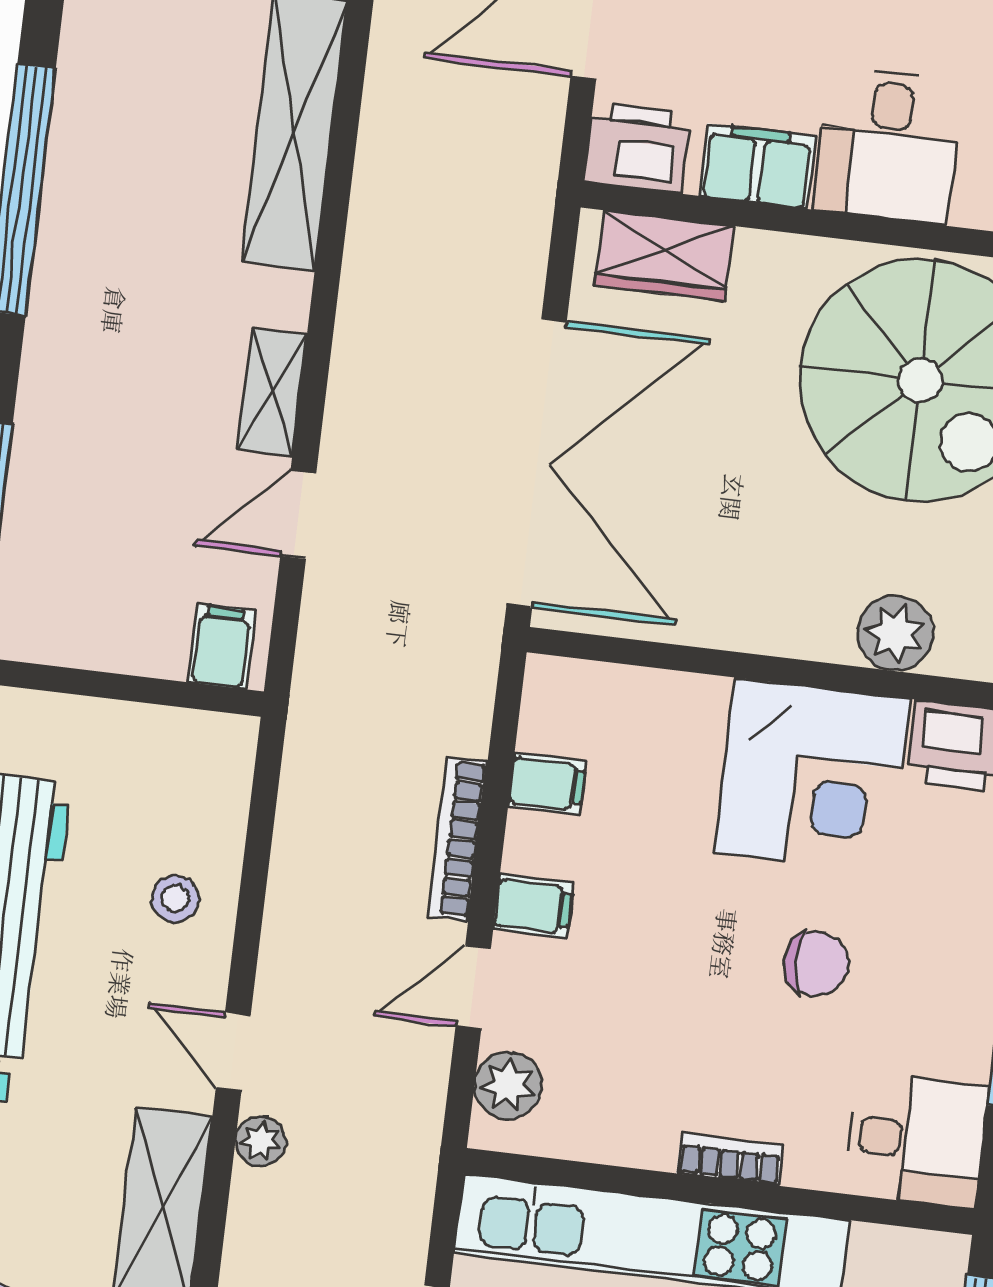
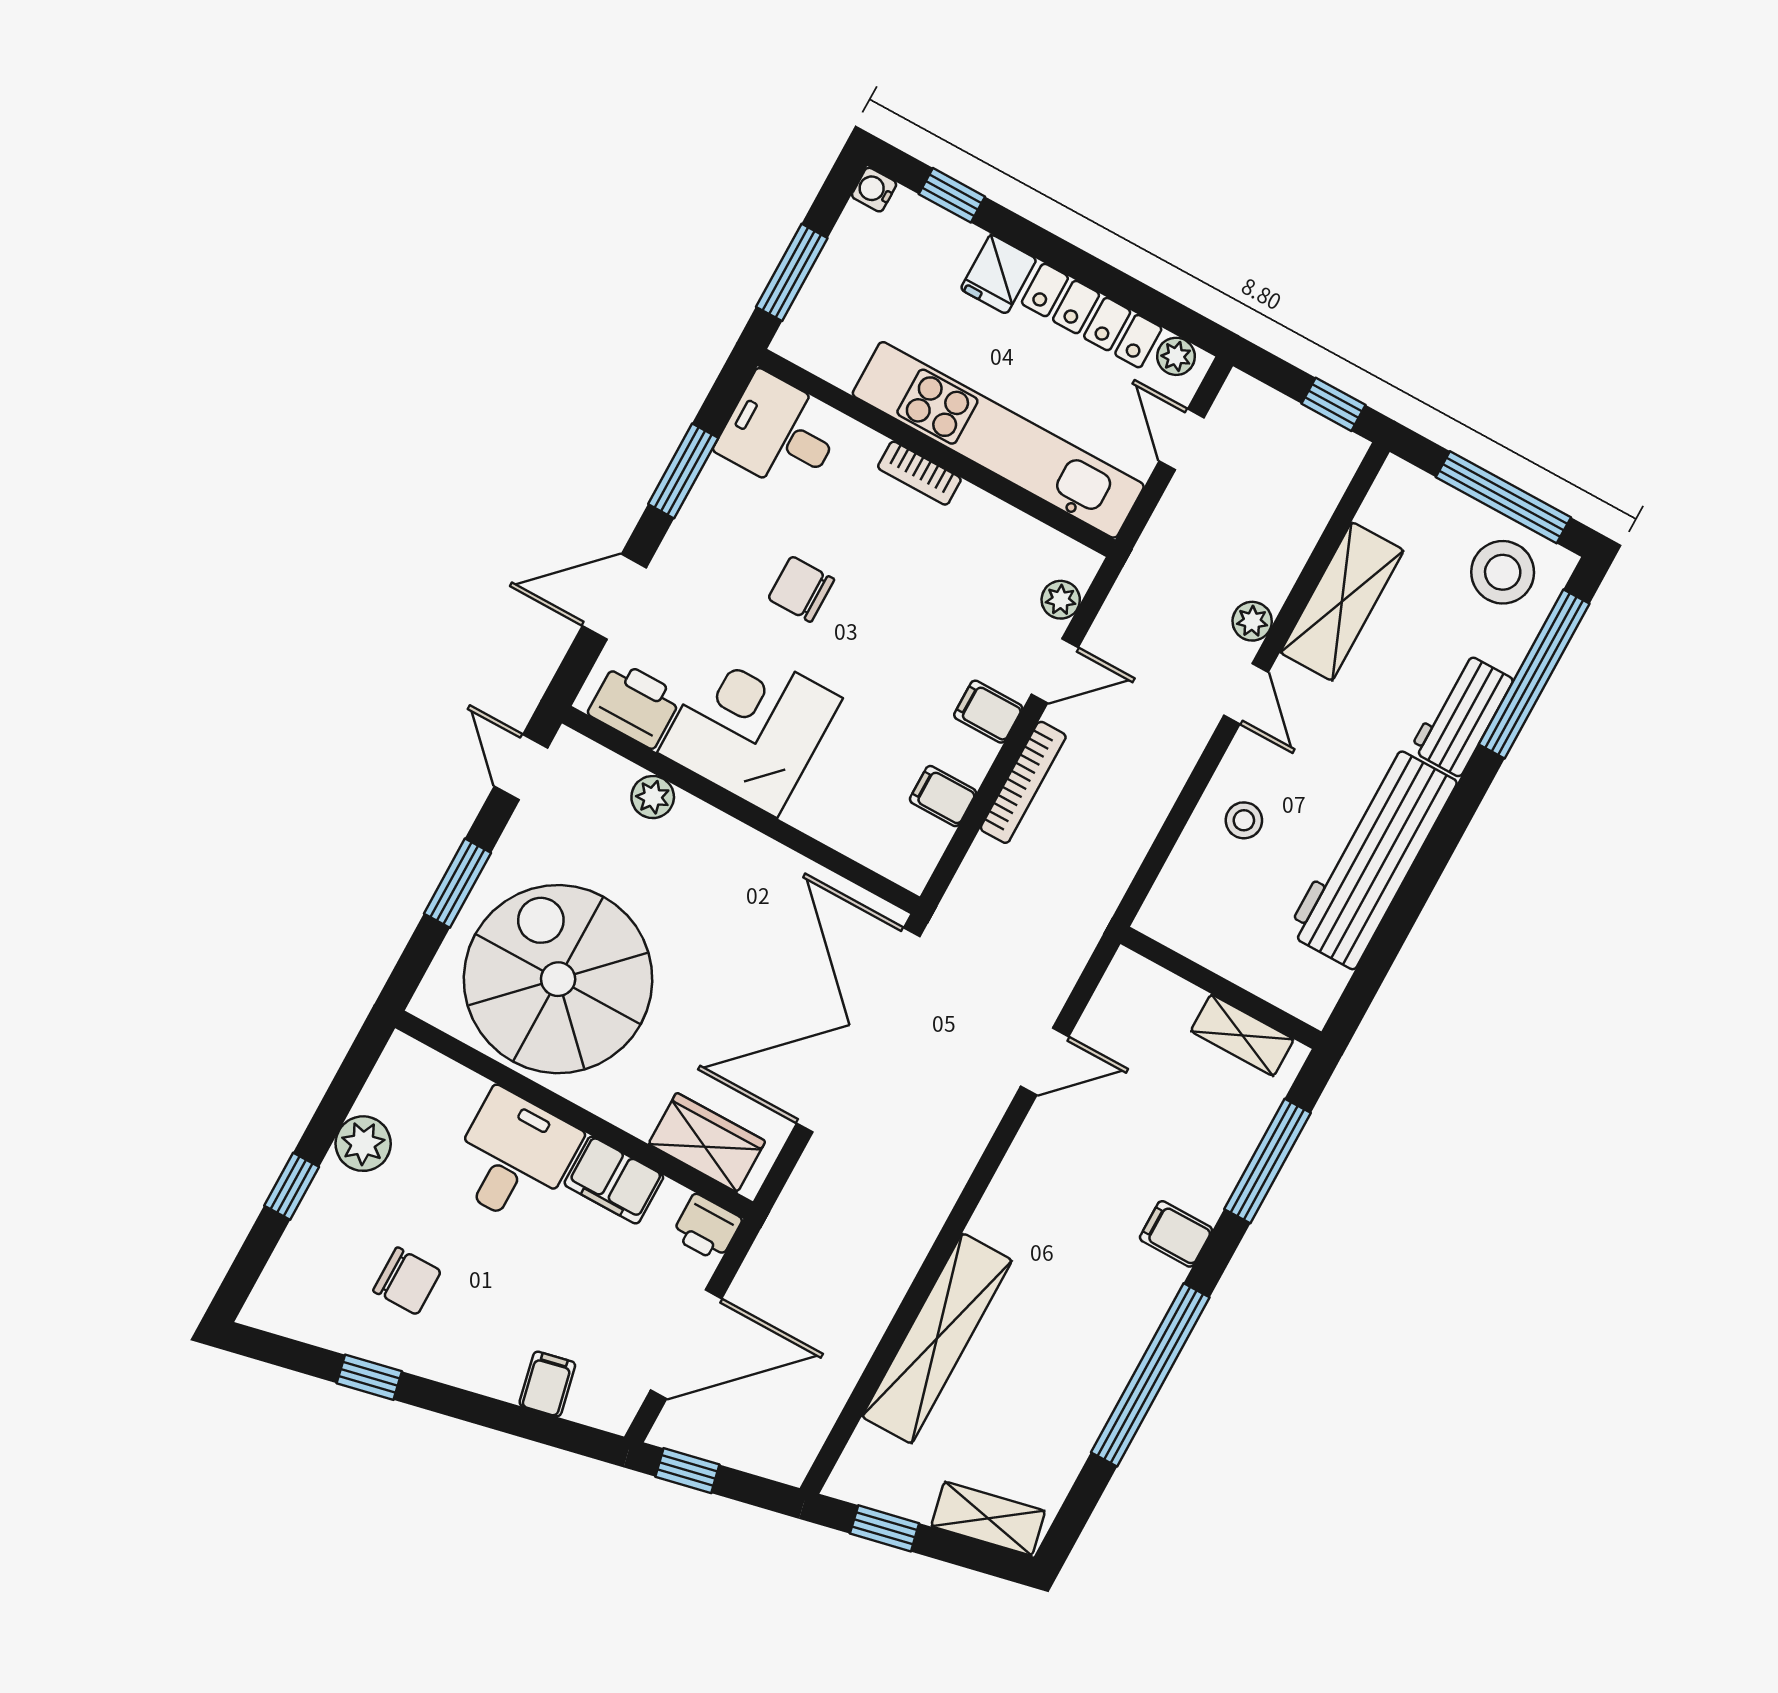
printer: (637, 147) -> (707, 1228), width x0.73, depth x0.81
shelving: (272, 392) -> (1242, 1035), moved, turned 90
plant: (896, 633) -> (653, 797), width x0.73, depth x0.73
filing cabinet: (222, 647) -> (1176, 1234), moved, turned 90
plant: (508, 1085) -> (1061, 600), width x0.73, depth x0.73

